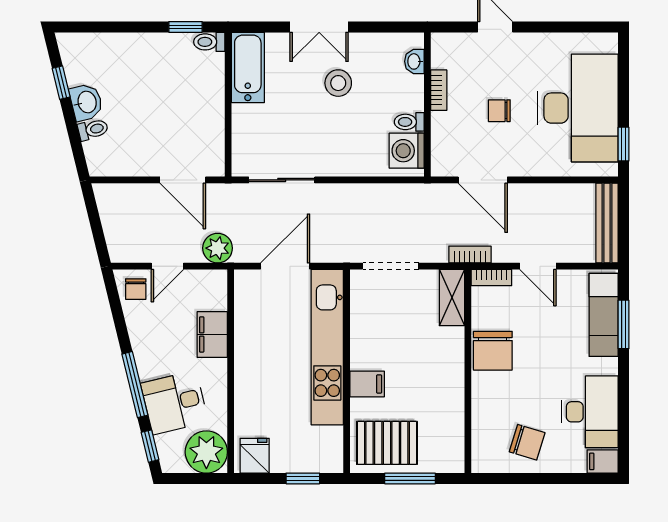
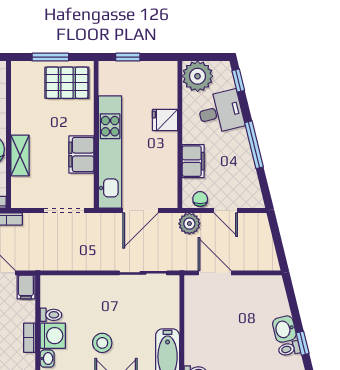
toilet: (93, 129) -> (289, 349), moved
washing machine: (407, 151) -> (53, 336), moved
filing cabinet: (444, 160) -> (26, 287), added
door: (167, 266) -> (226, 211), swing flipped
chair: (136, 289) -> (200, 199), moved
shelving: (452, 298) -> (20, 156), moved
filing cabinet: (367, 384) -> (81, 155), moved, width x2.00
window: (135, 385) -> (254, 145), moved
fridge: (255, 456) -> (165, 120), moved, turned 90

